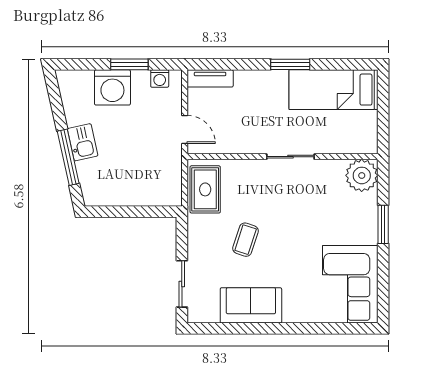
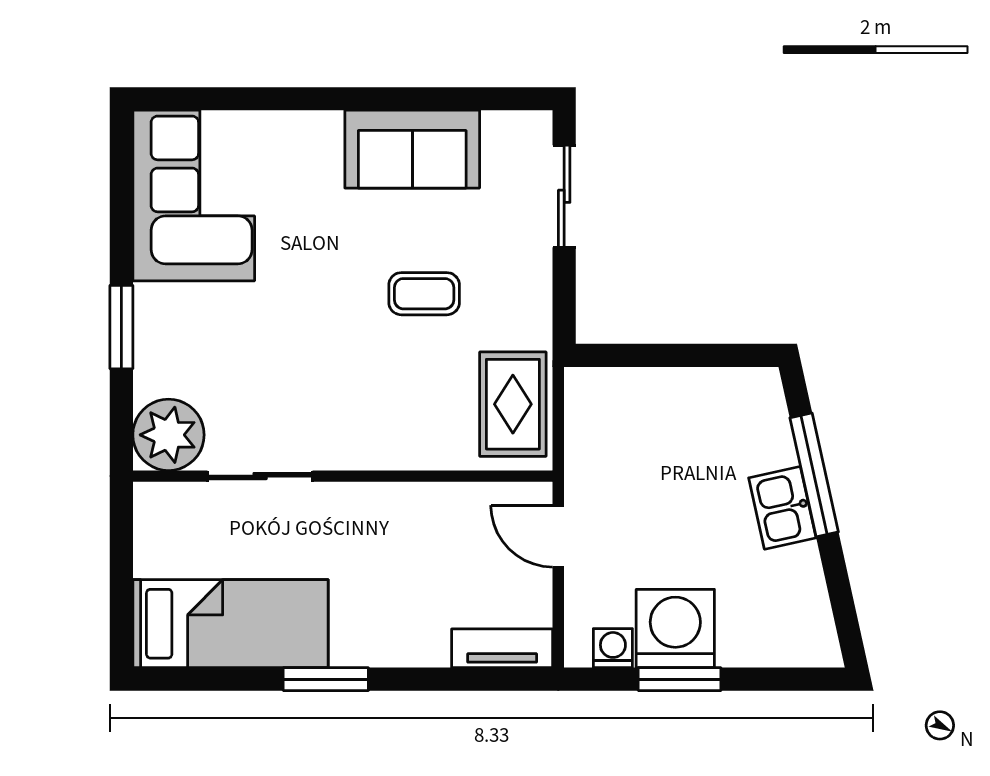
washing machine: (112, 87) -> (675, 628), moved
sliding door: (290, 157) -> (260, 476), moved
coffee table: (246, 240) -> (424, 294), turned 72

